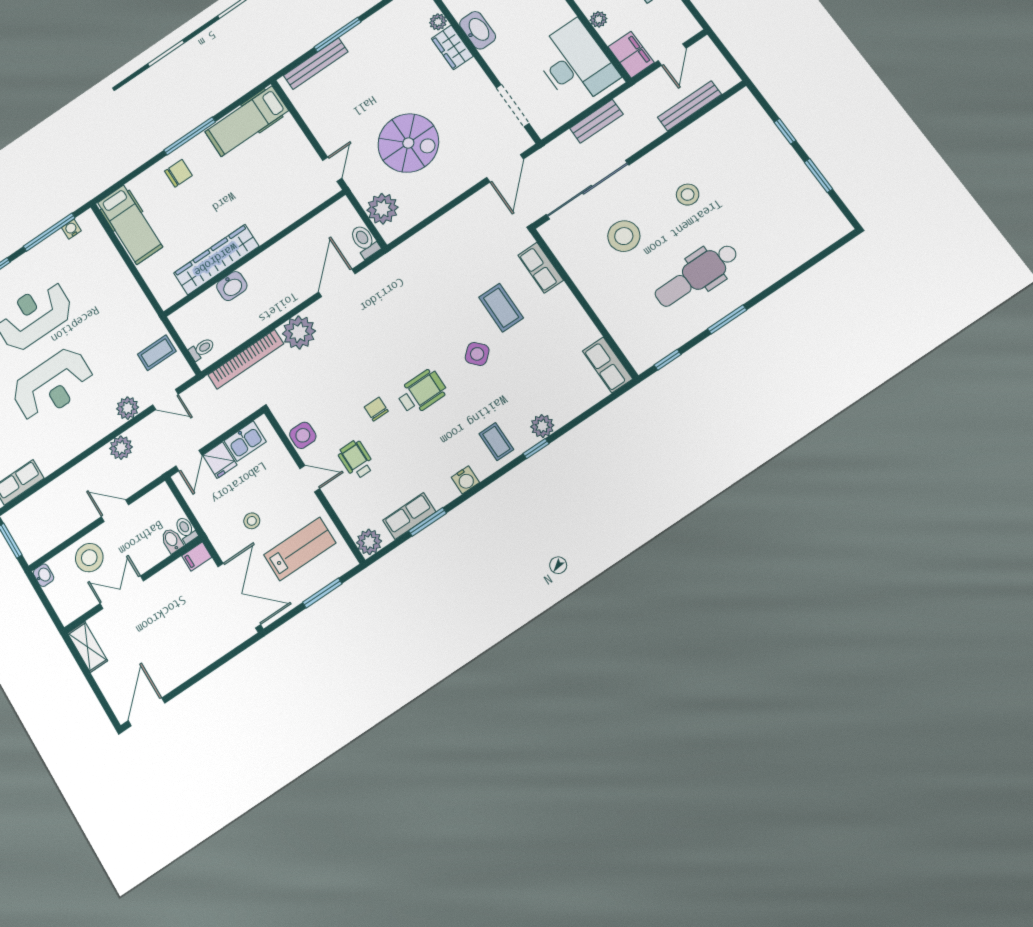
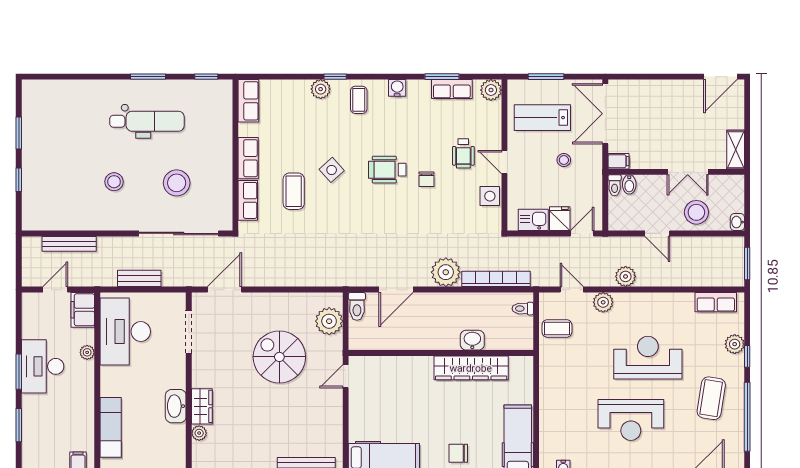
row of seats: (569, 309) -> (248, 158), added

